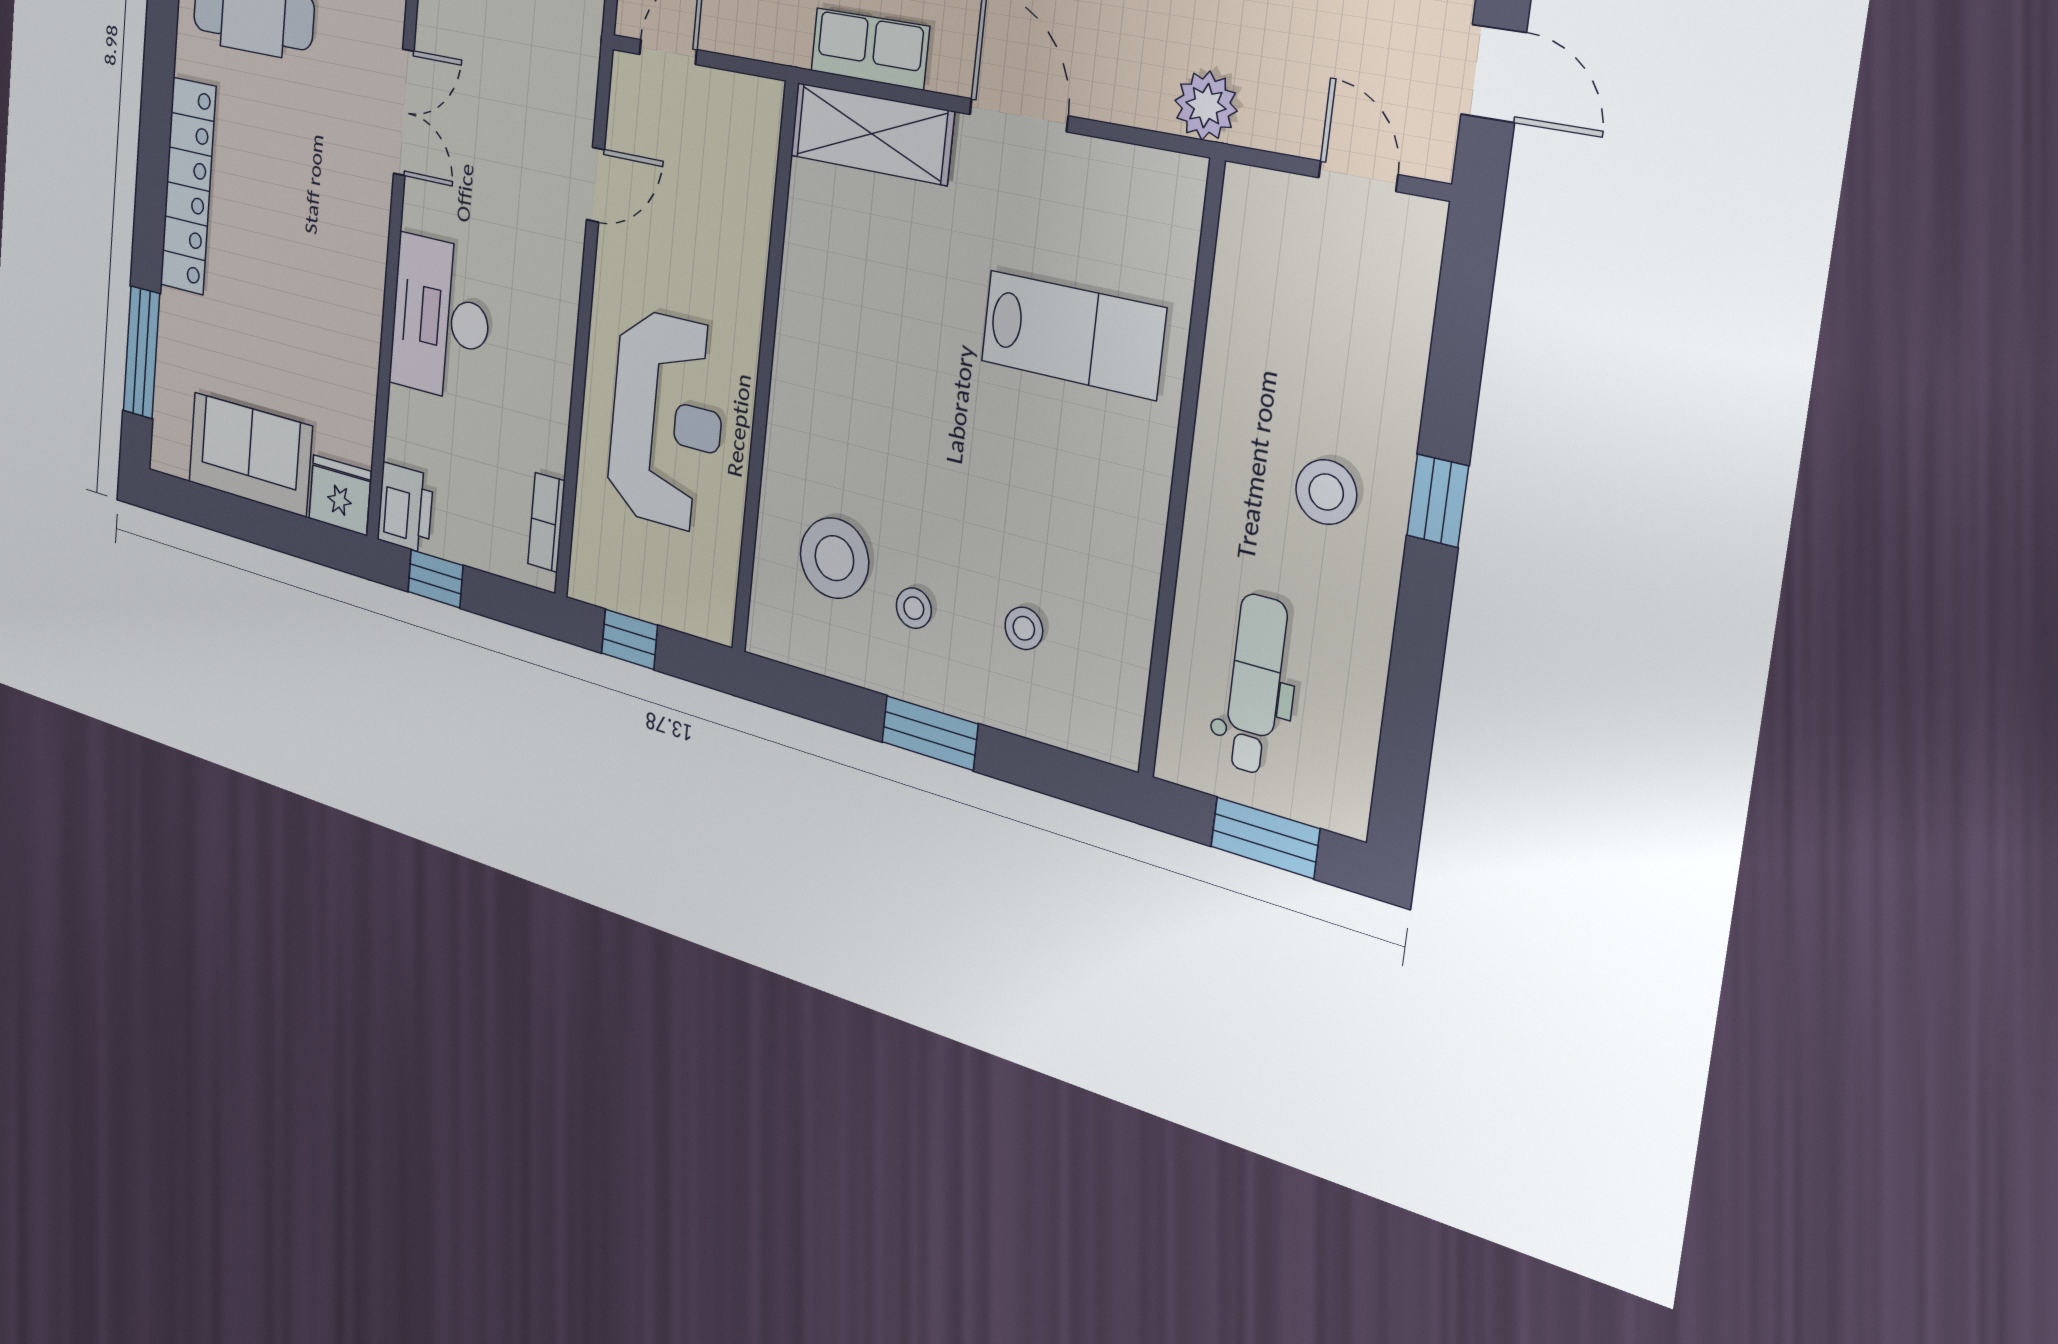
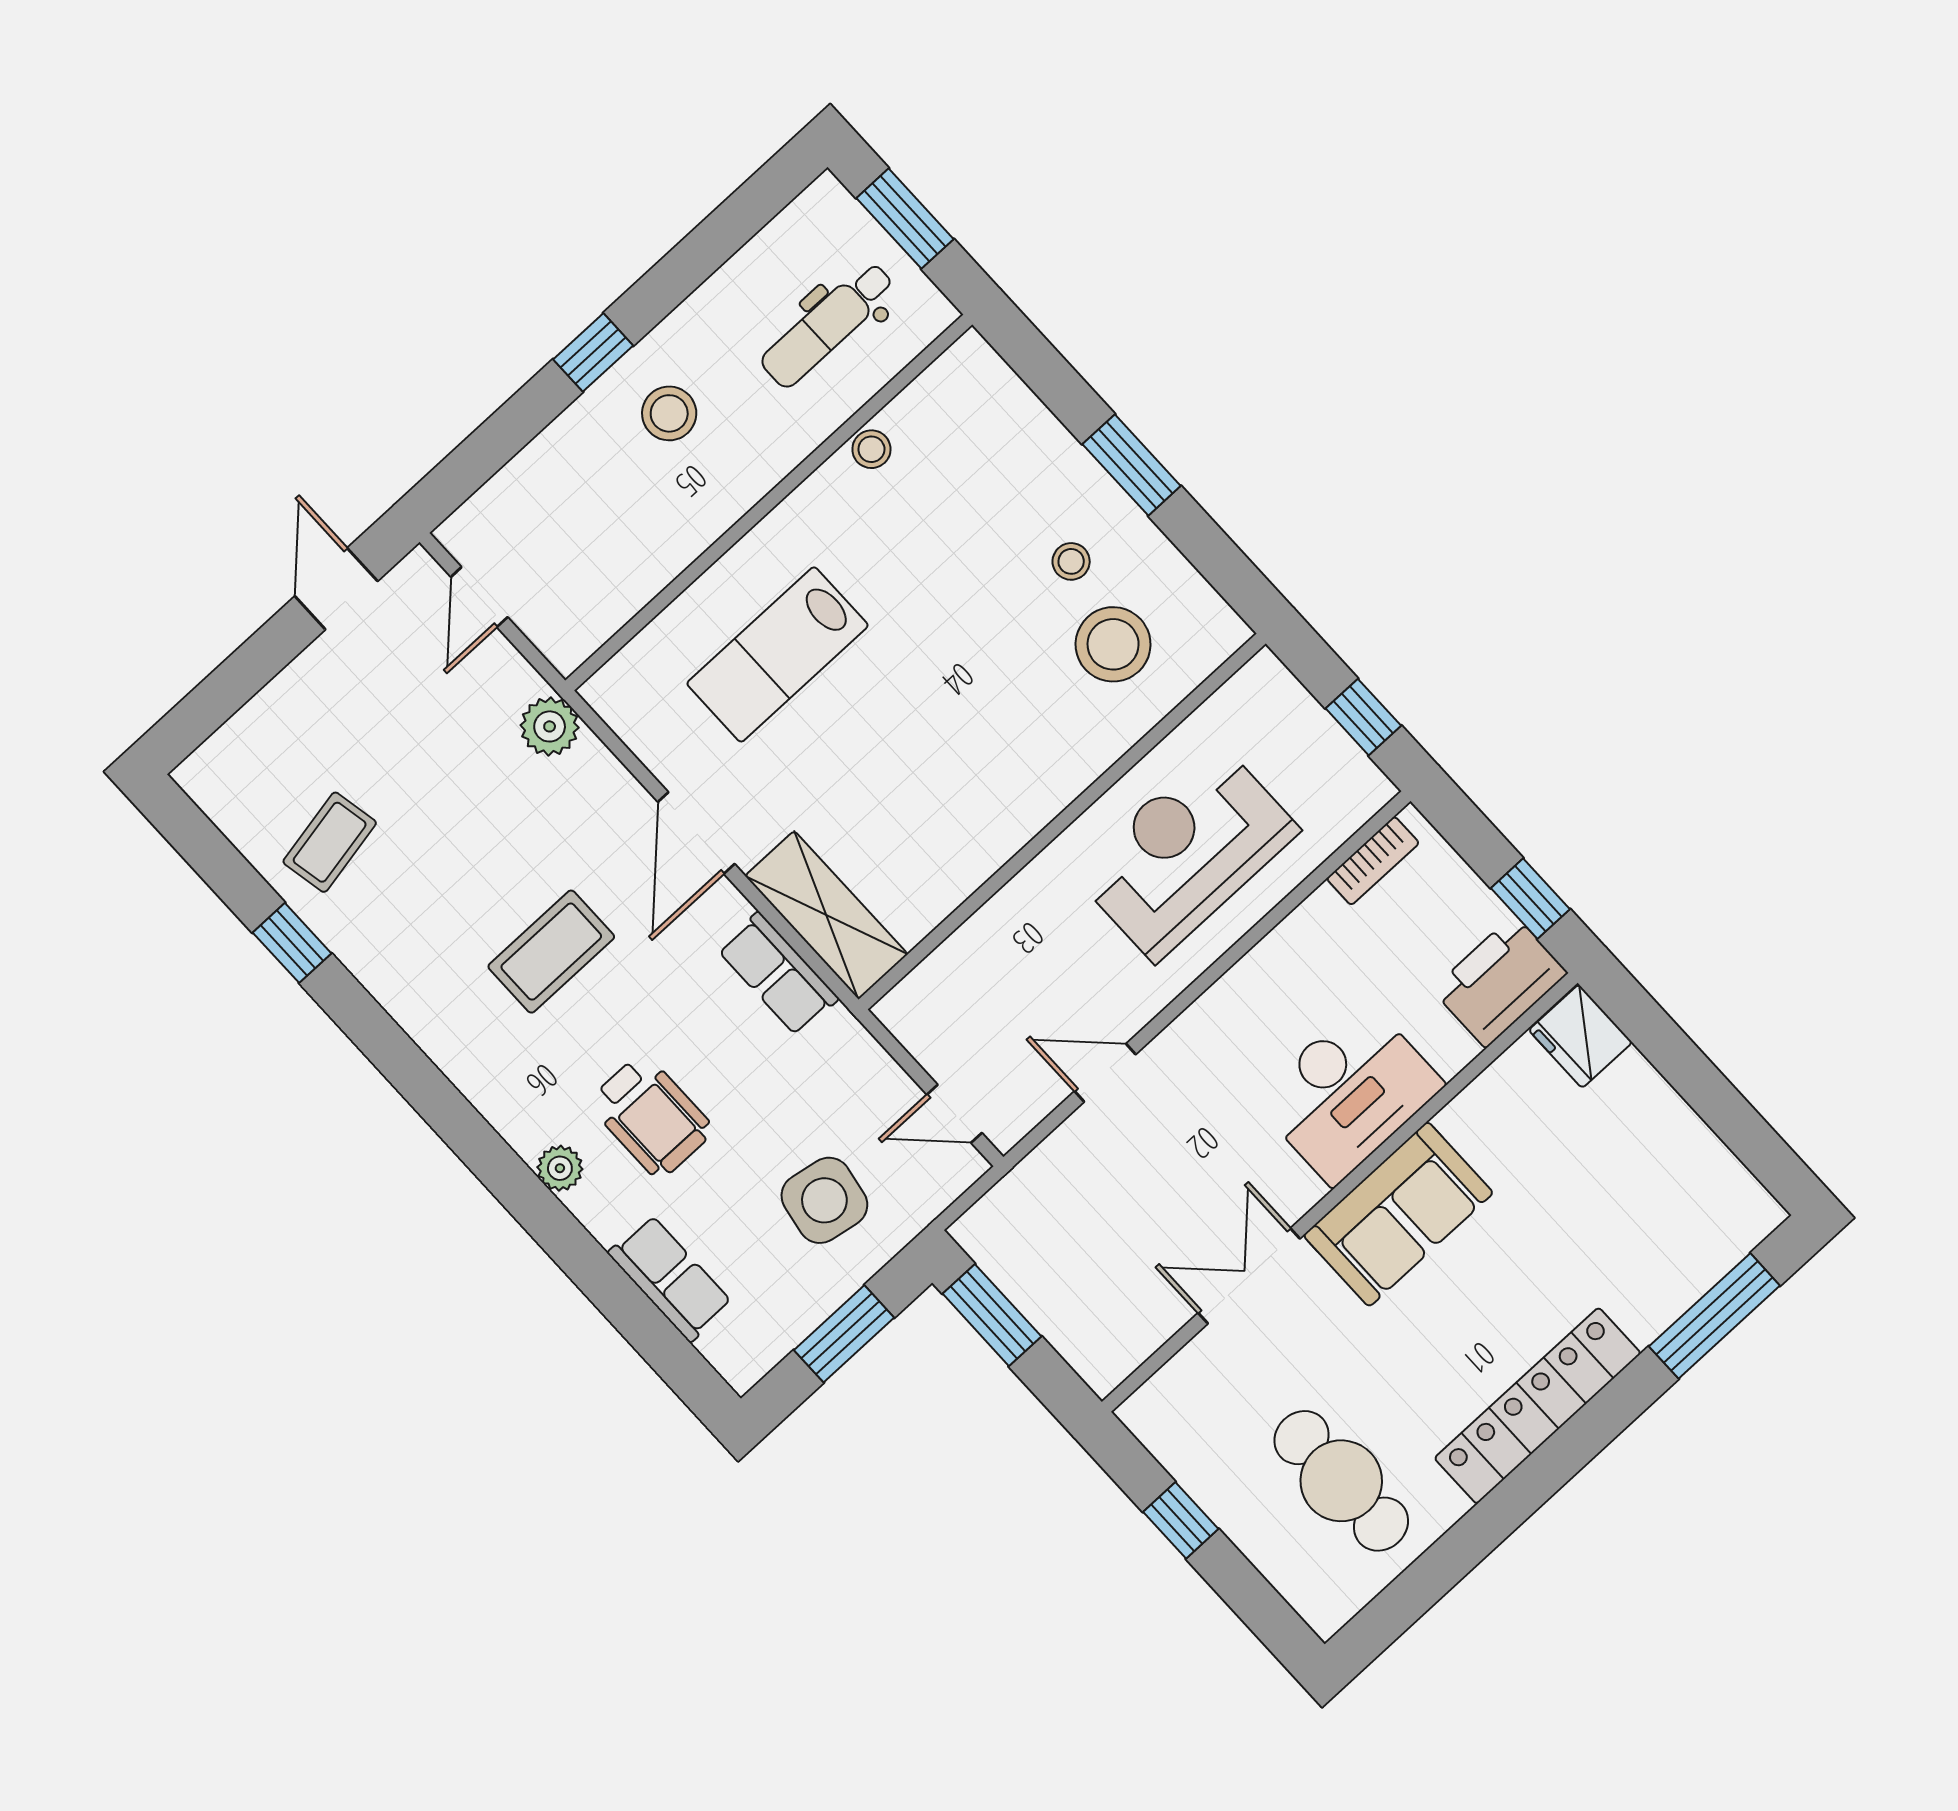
lab bench: (1073, 335) -> (777, 654), turned -90
sofa: (250, 454) -> (1398, 1214), moved, turned -90
printer: (405, 508) -> (1500, 981), width x1.37, depth x1.19
stool: (1024, 628) -> (871, 449), moved

